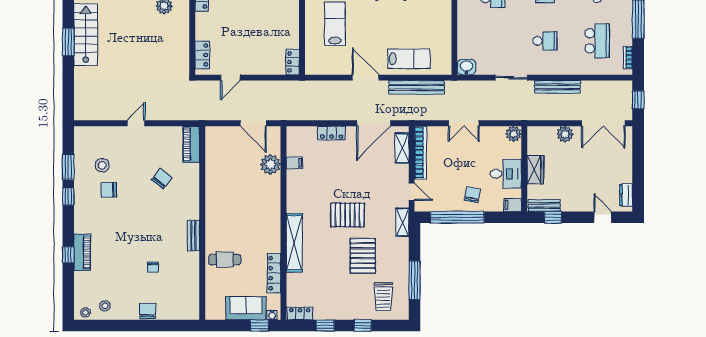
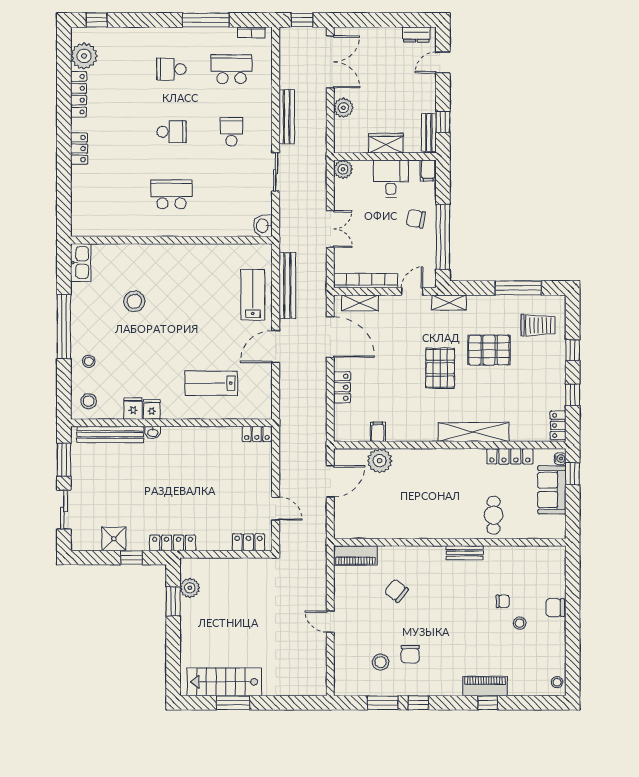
stool: (105, 306) -> (520, 623), moved

